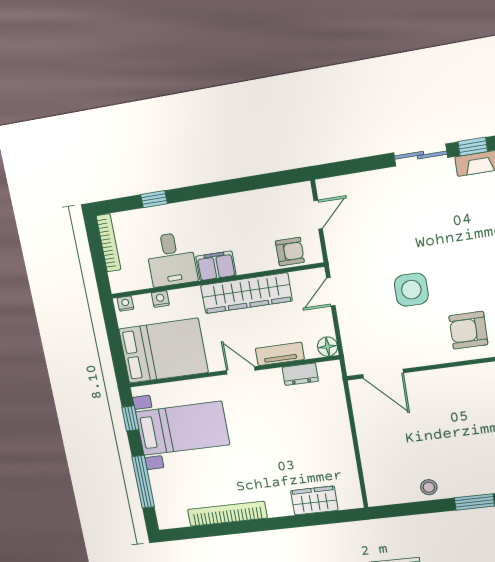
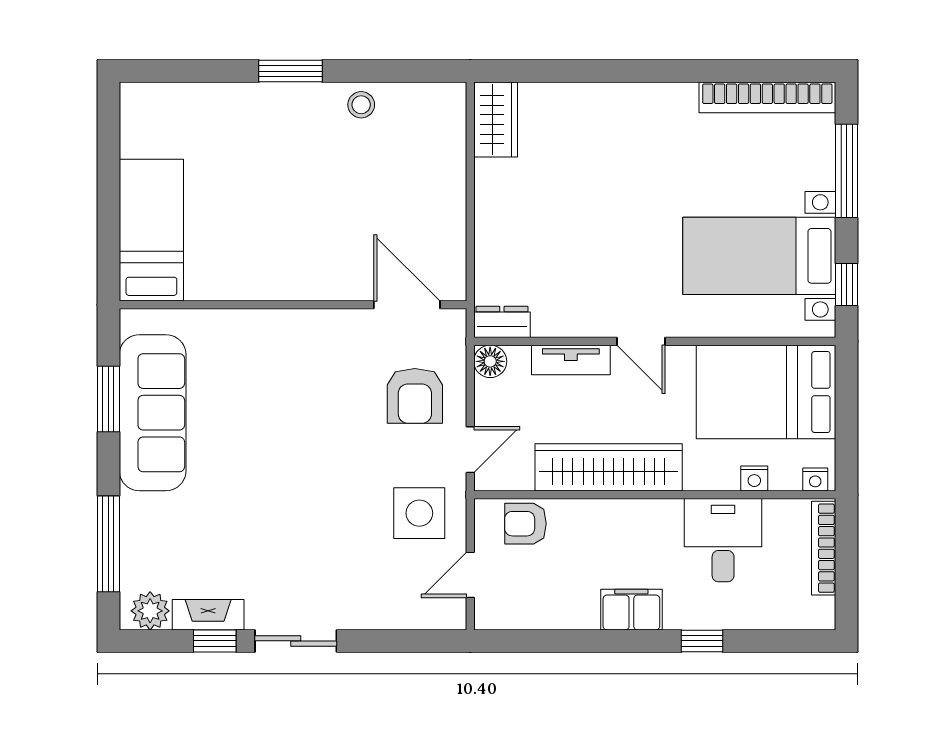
window: (154, 199) -> (702, 641), moved
bookcase: (108, 243) -> (824, 548), moved
filing cabinet: (216, 266) -> (631, 610), moved, turned 180
side table: (411, 290) -> (419, 513), moved
armchair: (468, 330) -> (415, 396), moved, turned 90
dresser: (300, 374) -> (502, 322), moved
wardrobe: (314, 500) -> (496, 120), moved, turned -90
bookcase: (227, 514) -> (767, 97), moved

